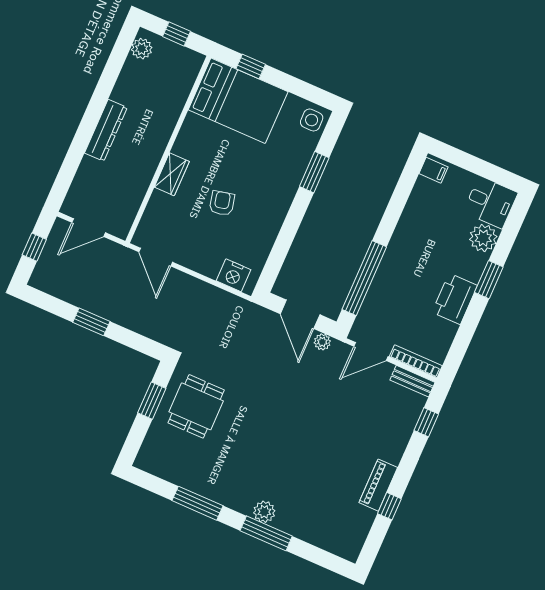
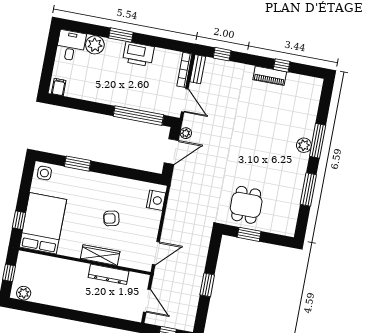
dresser: (106, 130) -> (108, 274), moved, turned 180
wardrobe: (172, 174) -> (100, 255), width x1.50
dining table: (196, 406) -> (246, 205), turned 90

